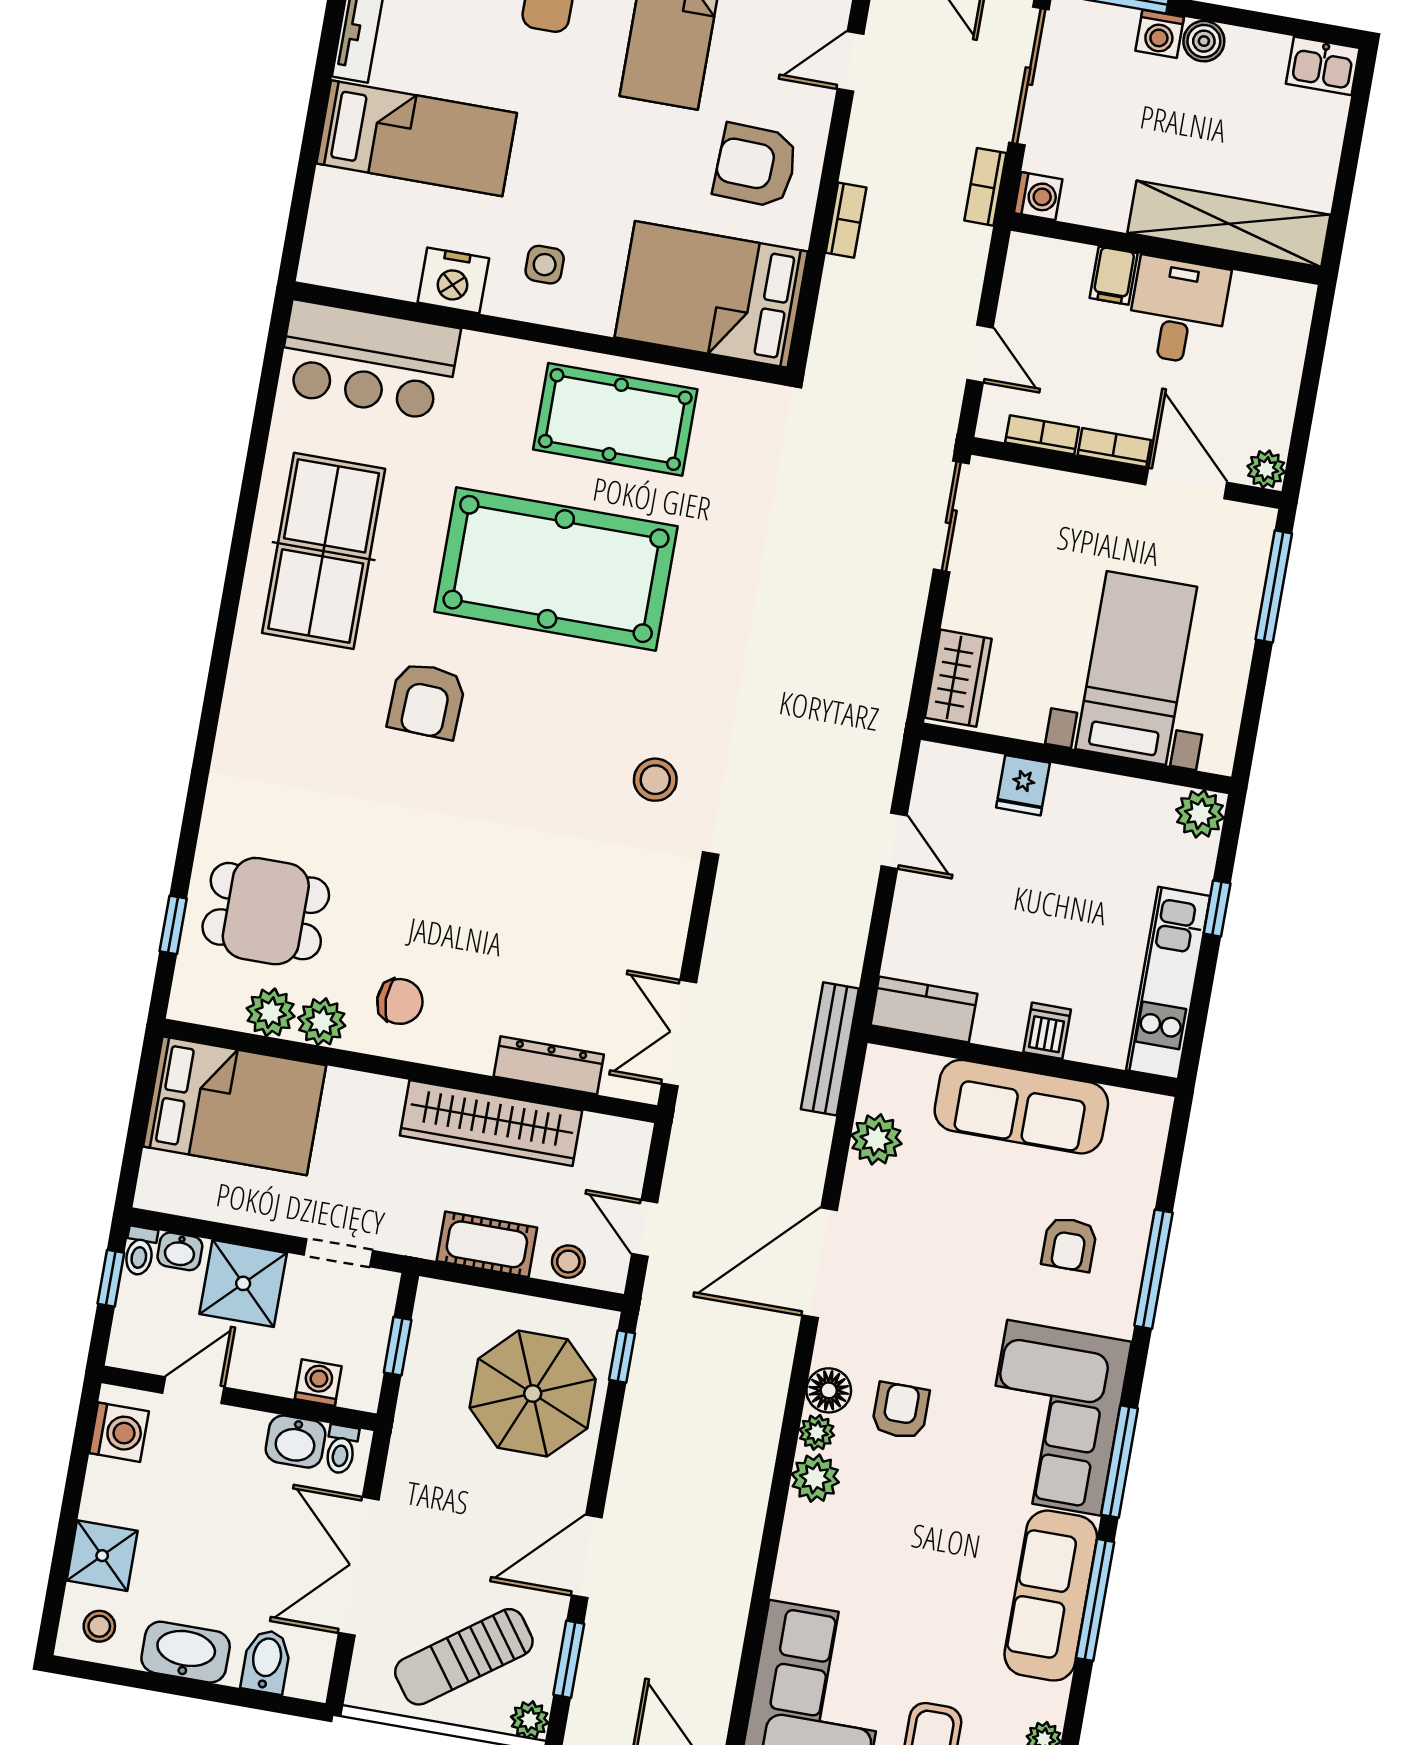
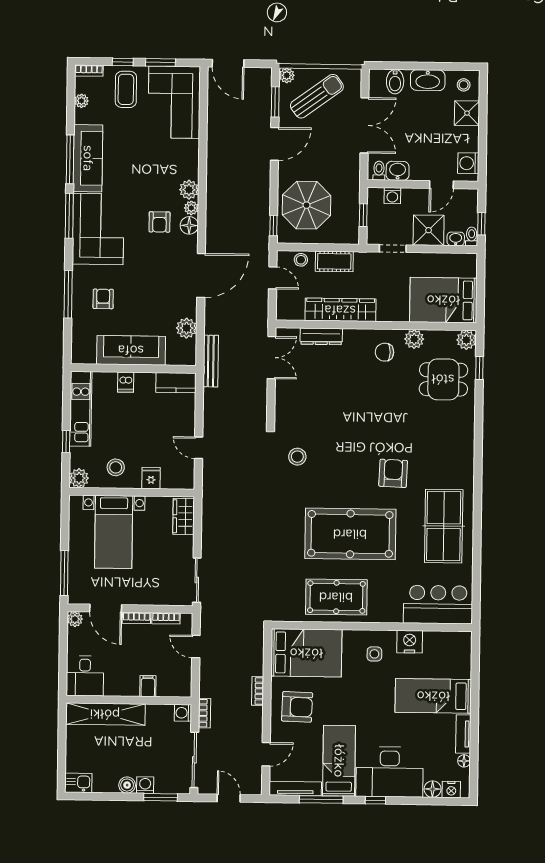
desk: (1178, 311) -> (85, 676), moved
stool: (1106, 826) -> (116, 467), added
plant: (271, 1012) -> (466, 340), moved

